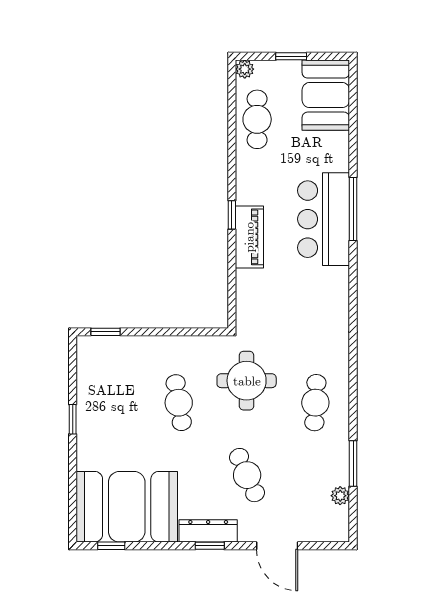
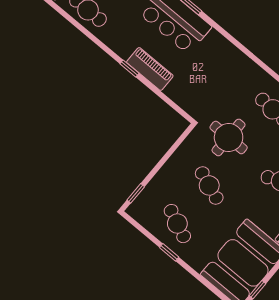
cafe table: (110, 403) -> (177, 224), added
cafe table: (179, 403) -> (209, 185), turned 30

